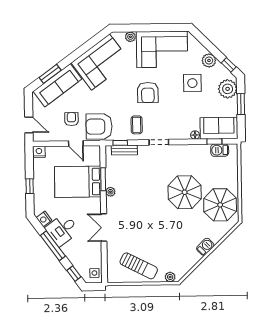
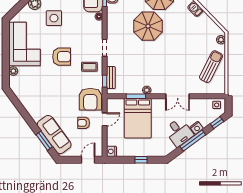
corner sofa: (101, 62) -> (35, 97), removed
nightstand: (44, 219) -> (197, 128), moved

